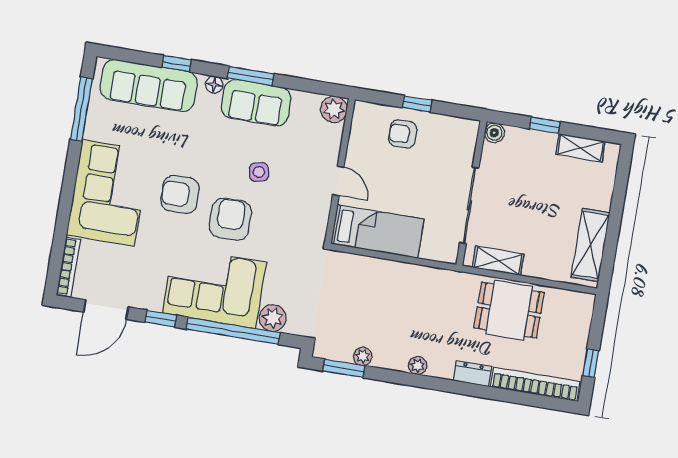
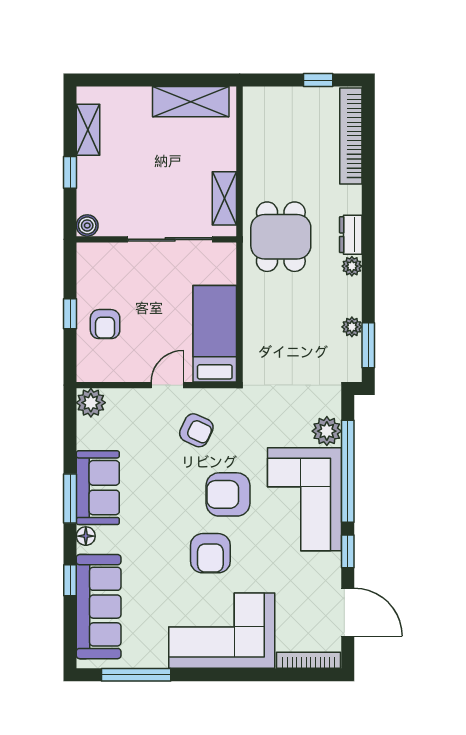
side table: (259, 172) -> (172, 472), removed
armchair: (293, 200) -> (196, 430), added
dining table: (509, 310) -> (281, 237), moved
dresser: (472, 374) -> (351, 235), moved

